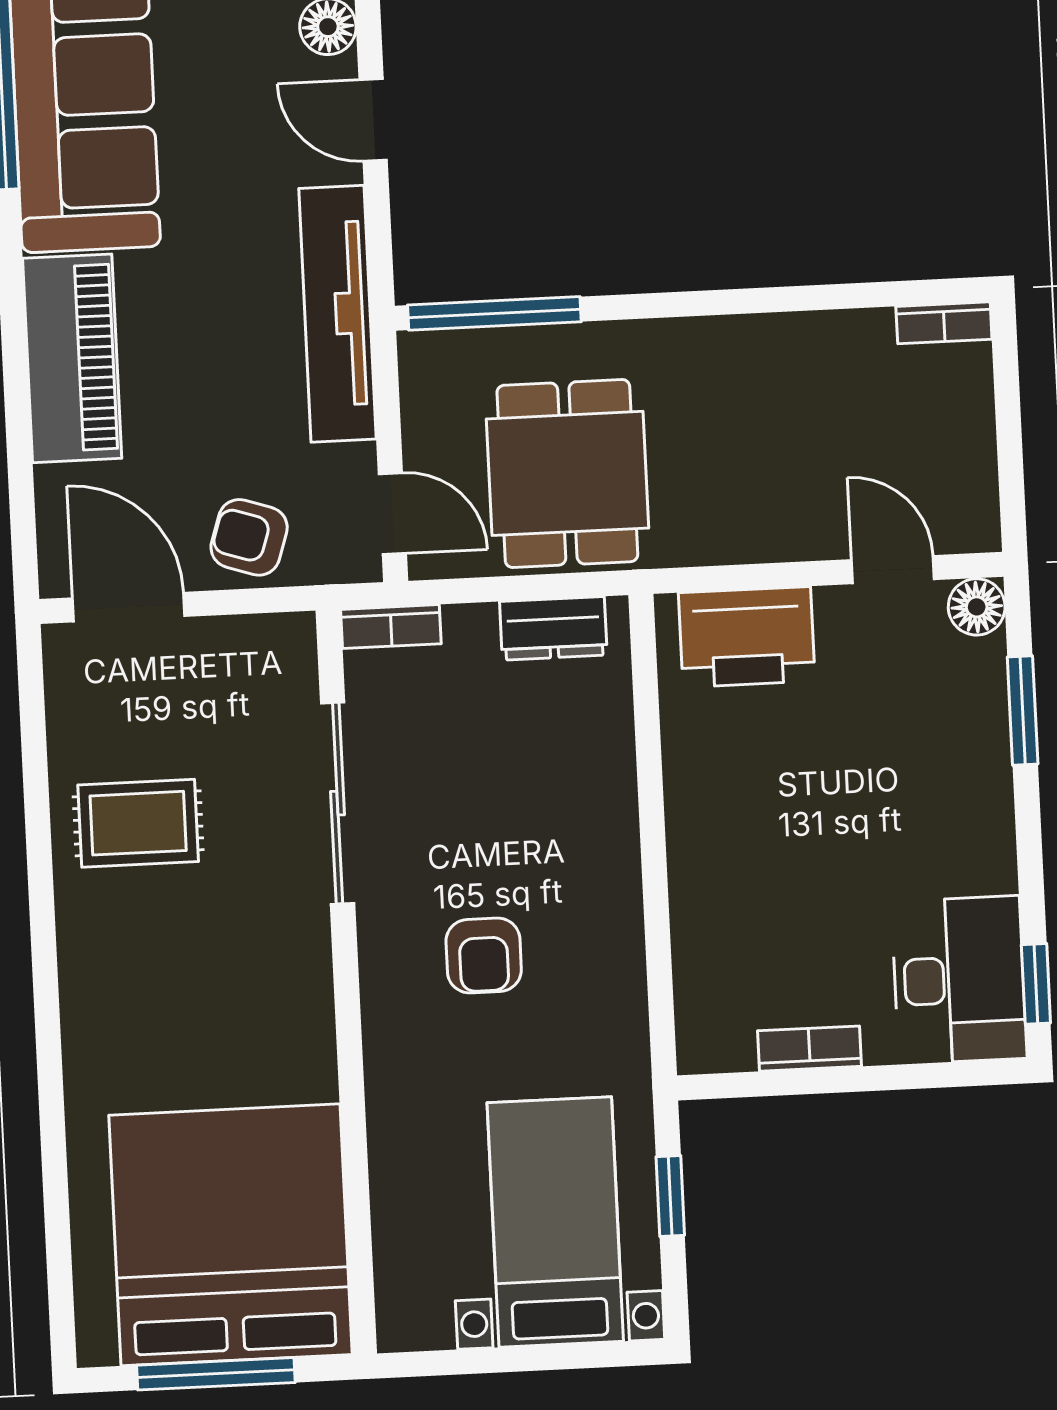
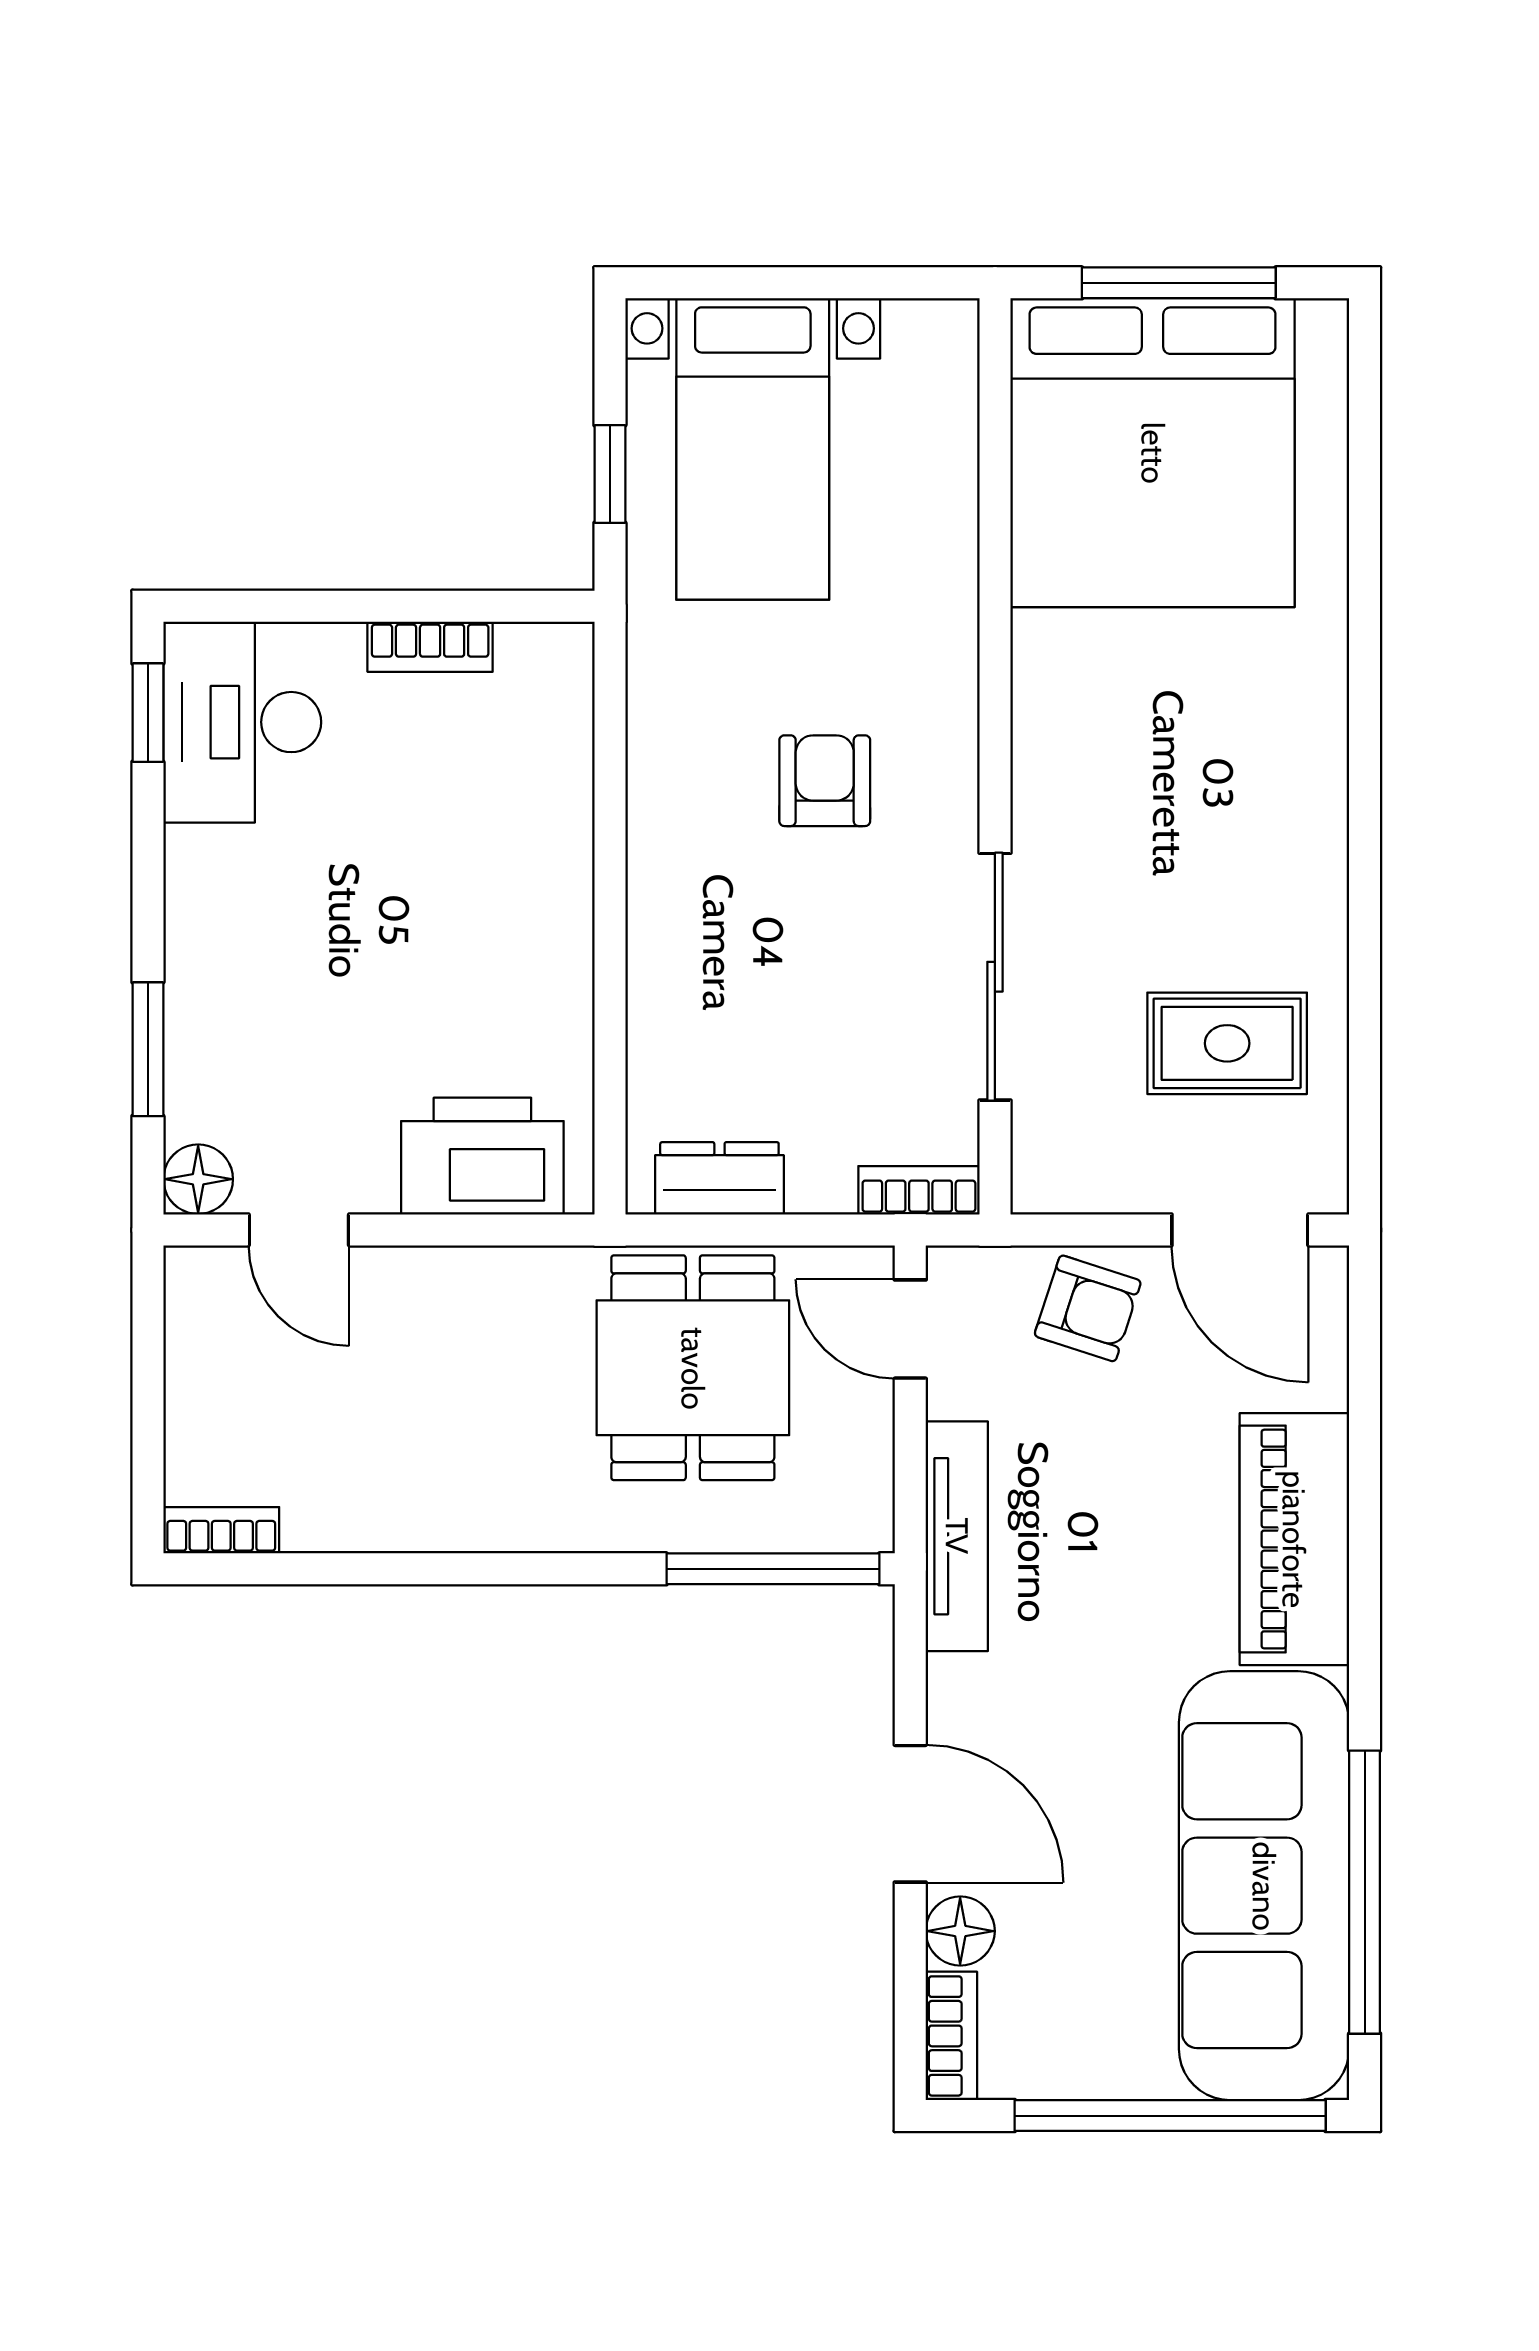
door: (373, 120) -> (910, 1814), width x1.38
tv unit: (338, 314) -> (957, 1536), width x0.73, depth x0.78
rug: (138, 823) -> (1227, 1043), moved

